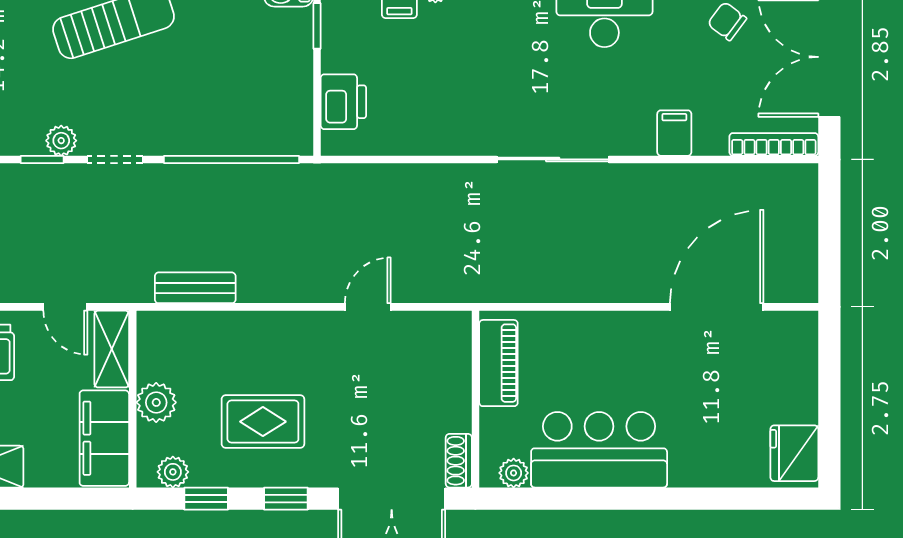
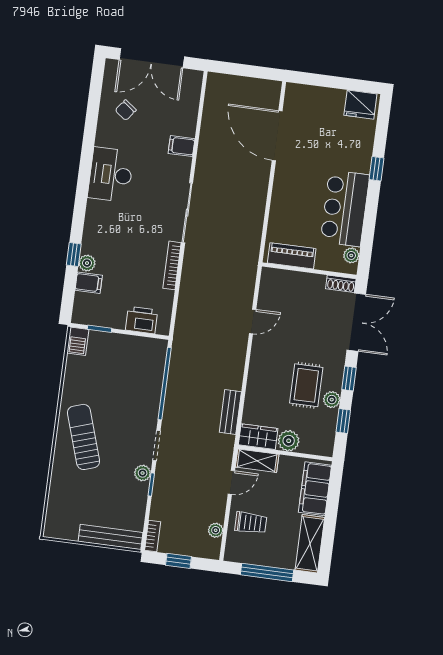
bookcase: (774, 144) -> (172, 265), moved
door: (368, 307) -> (253, 321), swing flipped
wardrobe: (156, 345) -> (258, 437), added
filing cabinet: (104, 438) -> (315, 489), moved, turned 90
plant: (173, 472) -> (332, 400), moved
window: (680, 499) -> (377, 169), added

